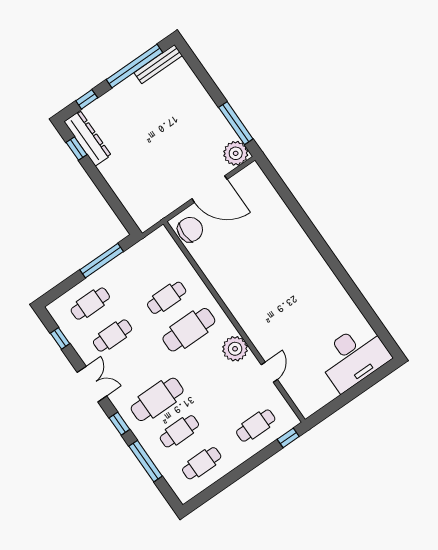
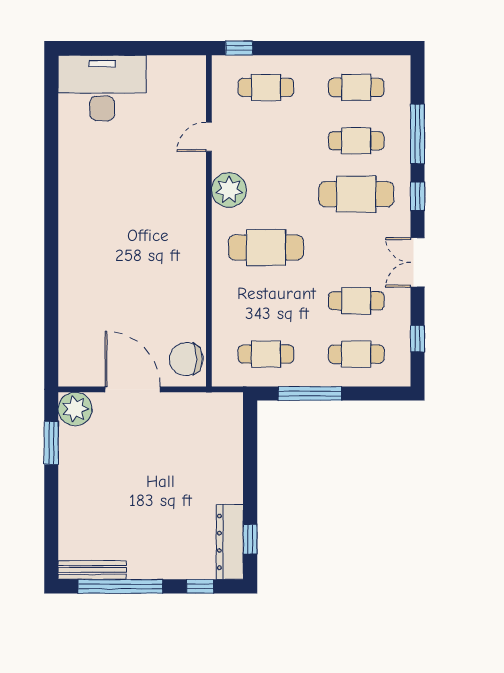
window: (236, 123) -> (51, 443), width x0.69
cafe table: (167, 298) -> (266, 354), moved

